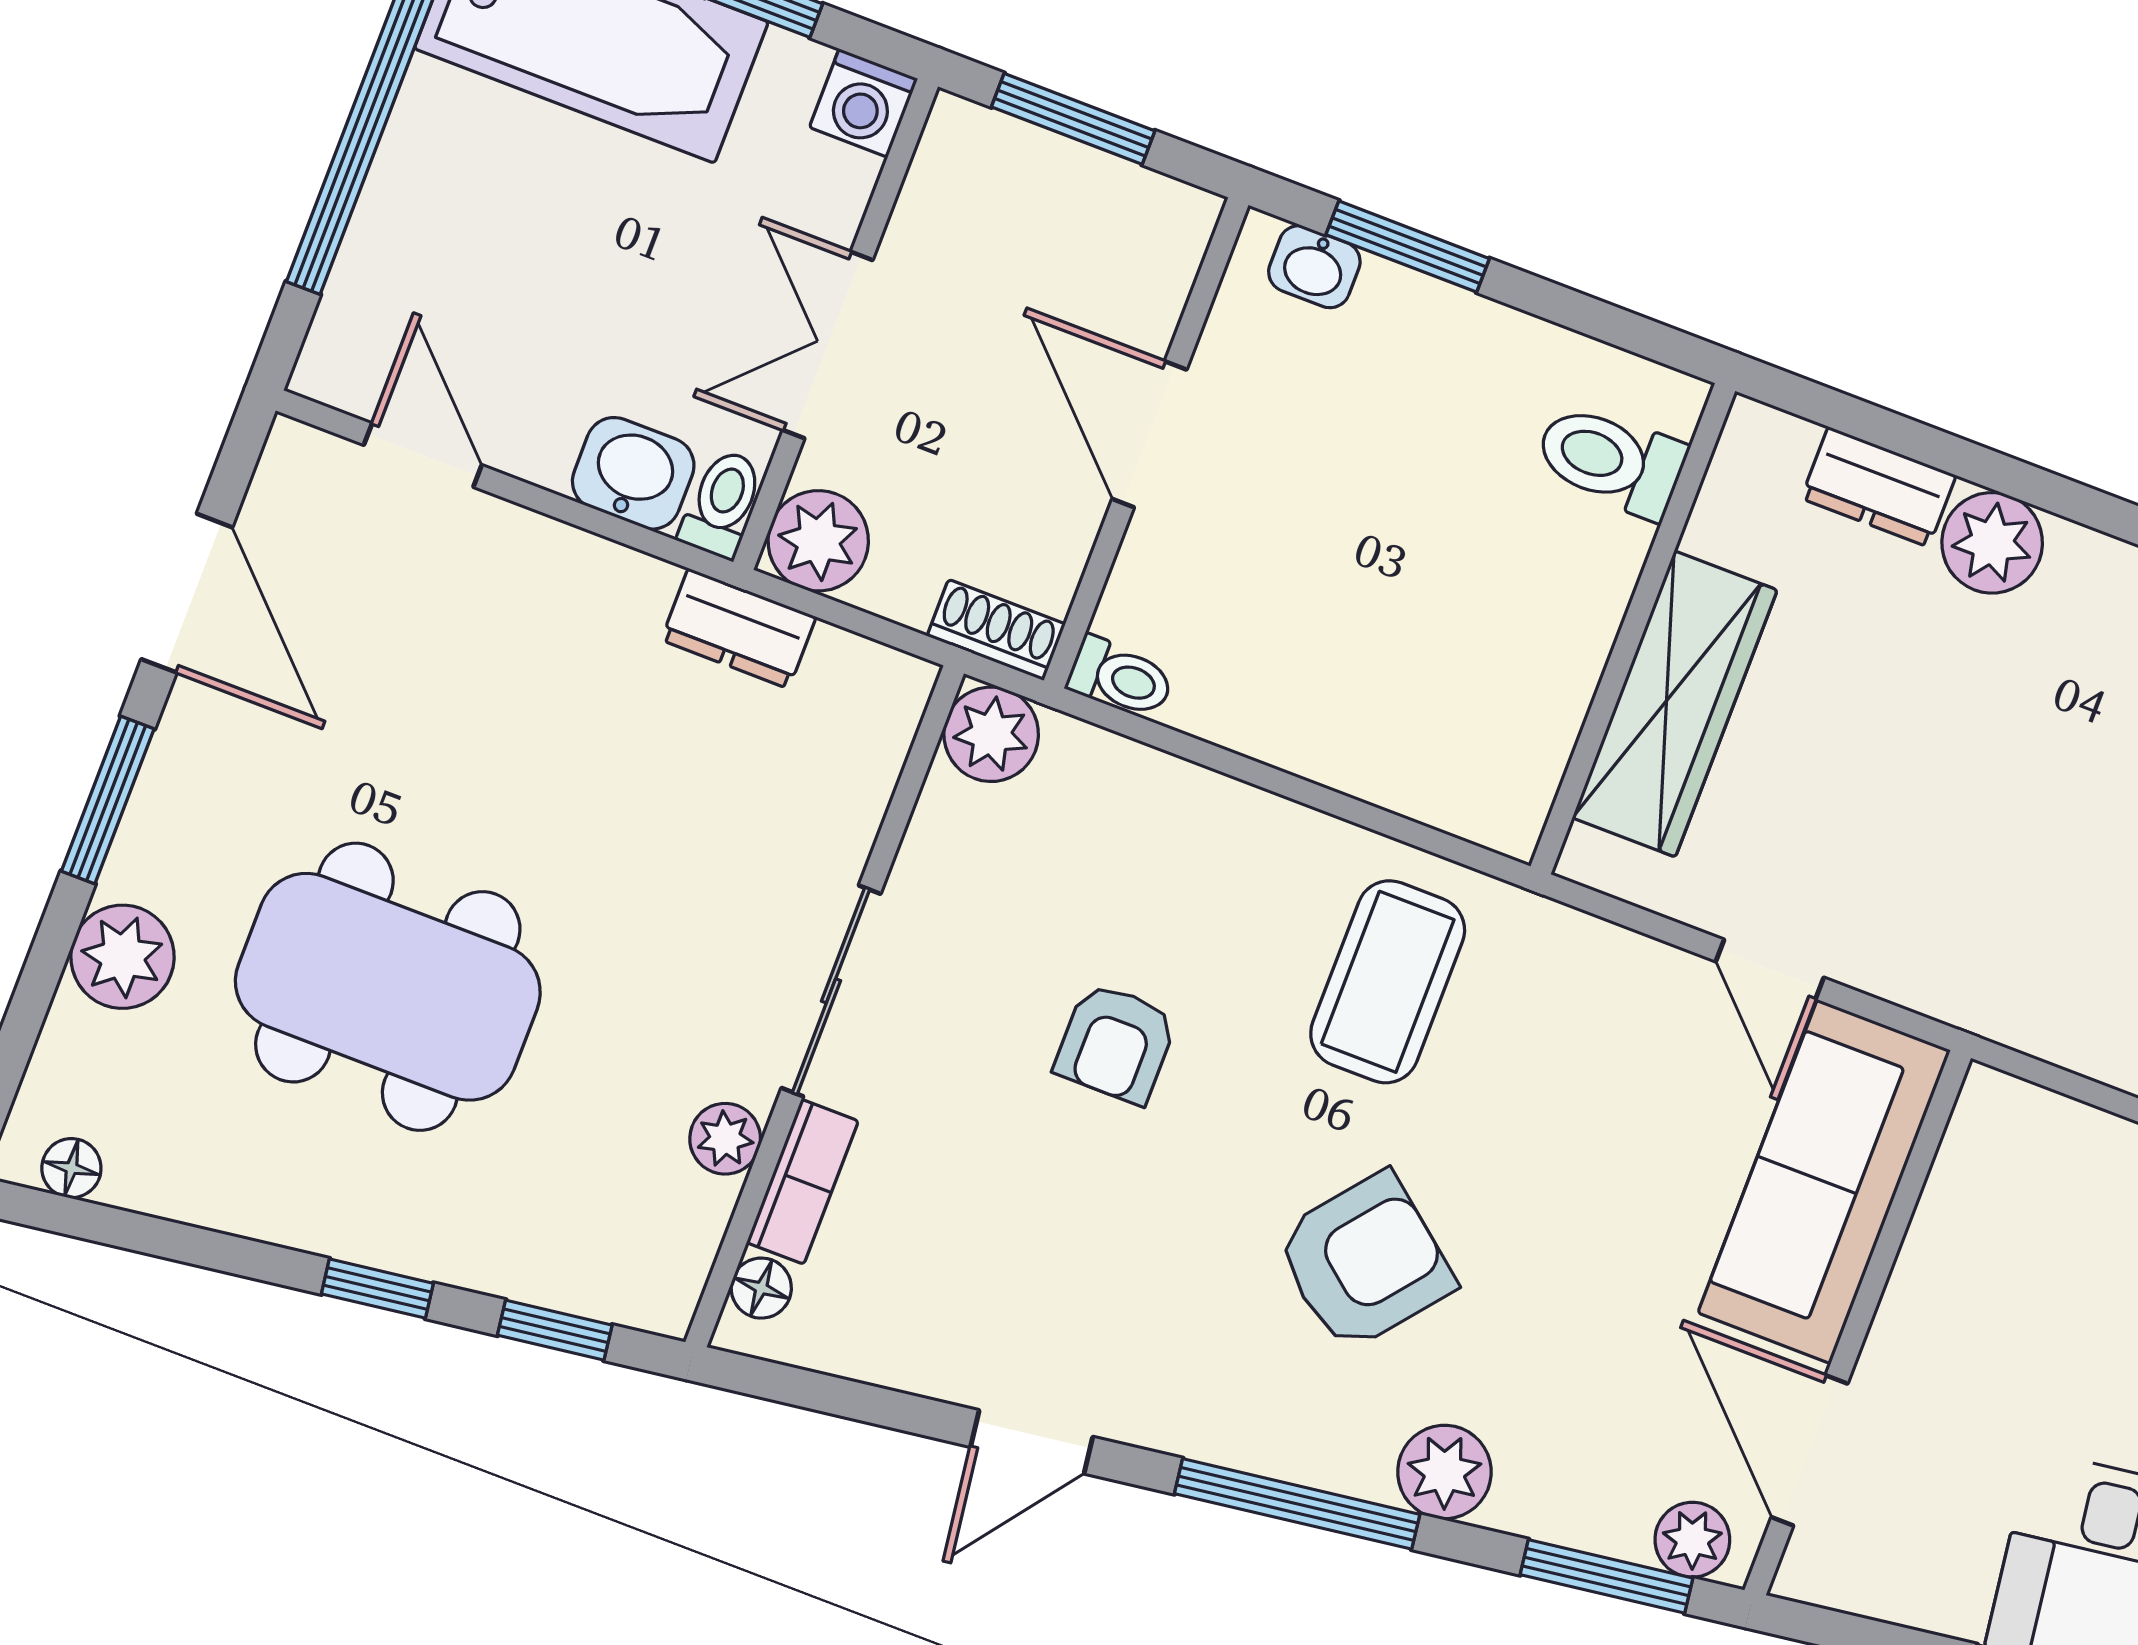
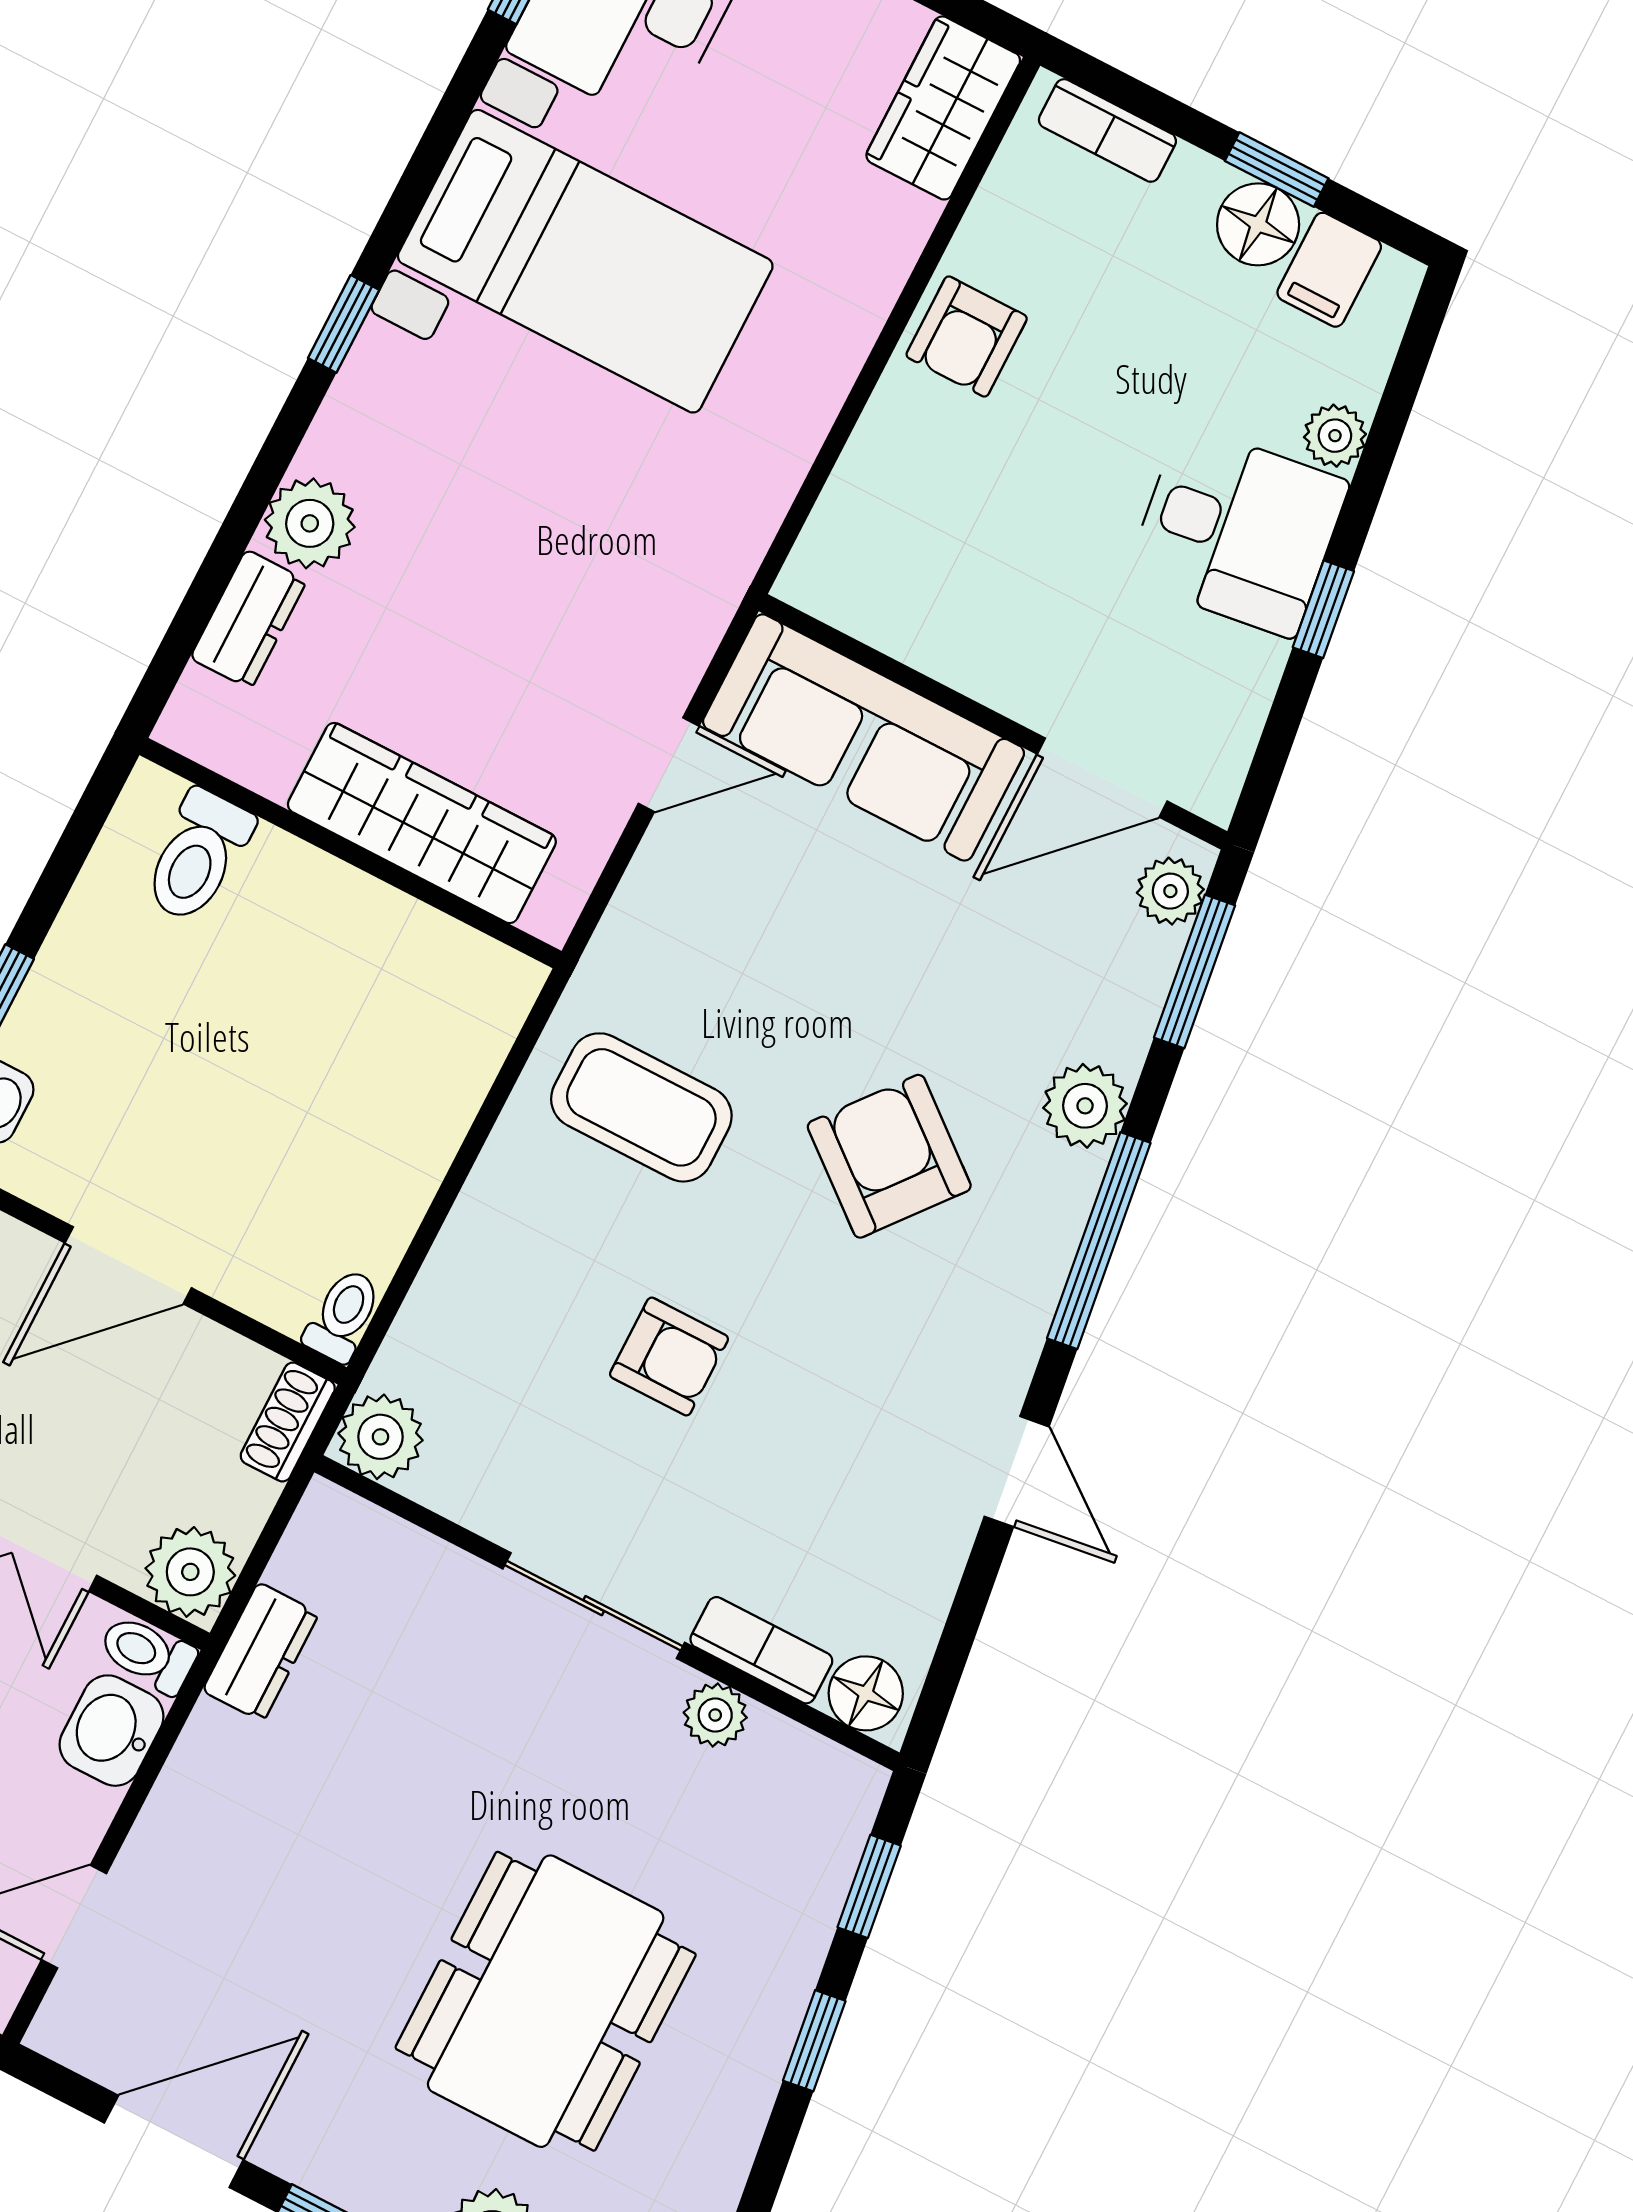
floor lamp: (761, 1288) -> (866, 1693), width x1.37, depth x1.37

